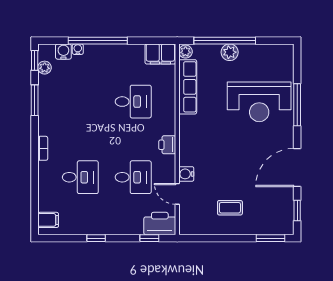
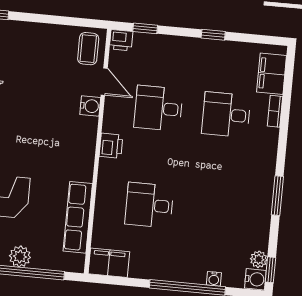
water cooler: (63, 52) -> (255, 279), moved, turned -90
plant: (185, 52) -> (76, 263), removed
window: (35, 100) -> (277, 196), moved
bookcase: (43, 148) -> (275, 111), moved
coffee table: (230, 208) -> (88, 49), moved, turned 90
filing cabinet: (48, 220) -> (272, 74), width x2.00
printer: (160, 224) -> (121, 40), width x0.53, depth x0.68

